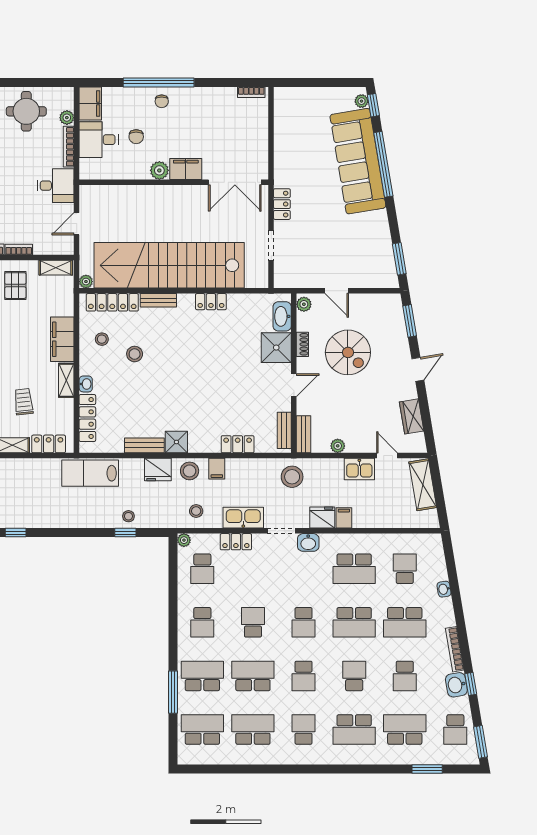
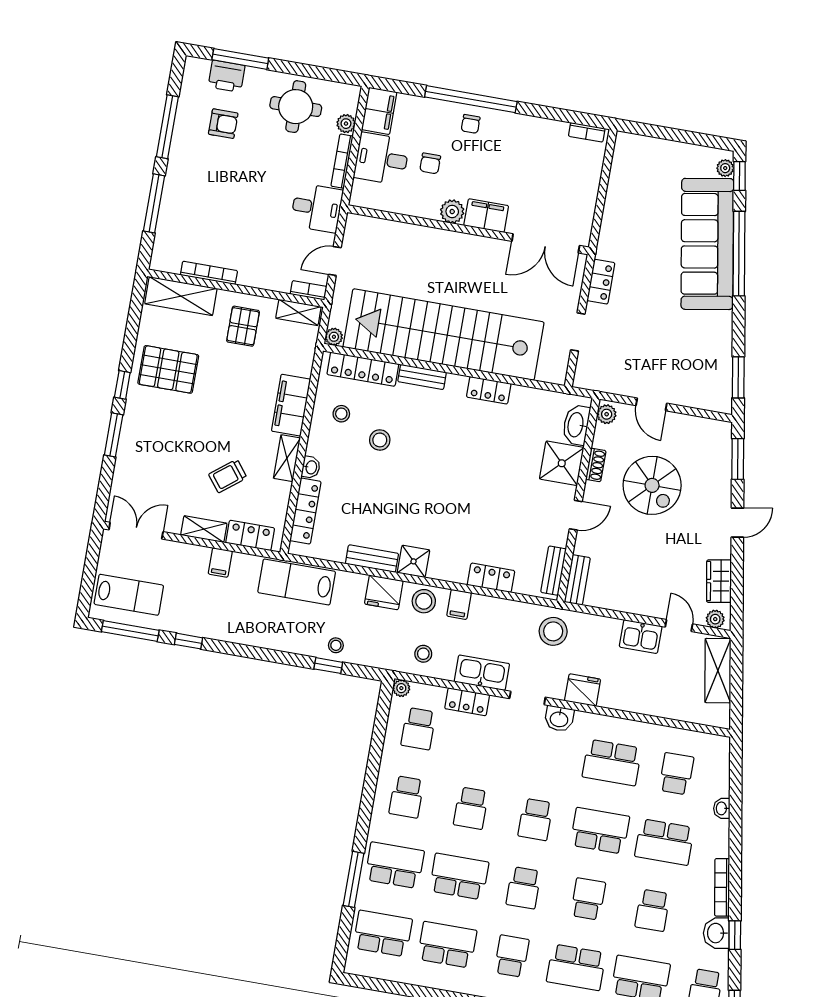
bookcase: (19, 250) -> (309, 290), moved
trolley: (24, 402) -> (228, 476), turned -122
plant: (338, 446) -> (715, 619), moved
filing cabinet: (344, 518) -> (220, 562), moved, turned 180
school desk: (253, 622) -> (471, 808), turned 180
school desk: (354, 622) -> (600, 831), turned 180

